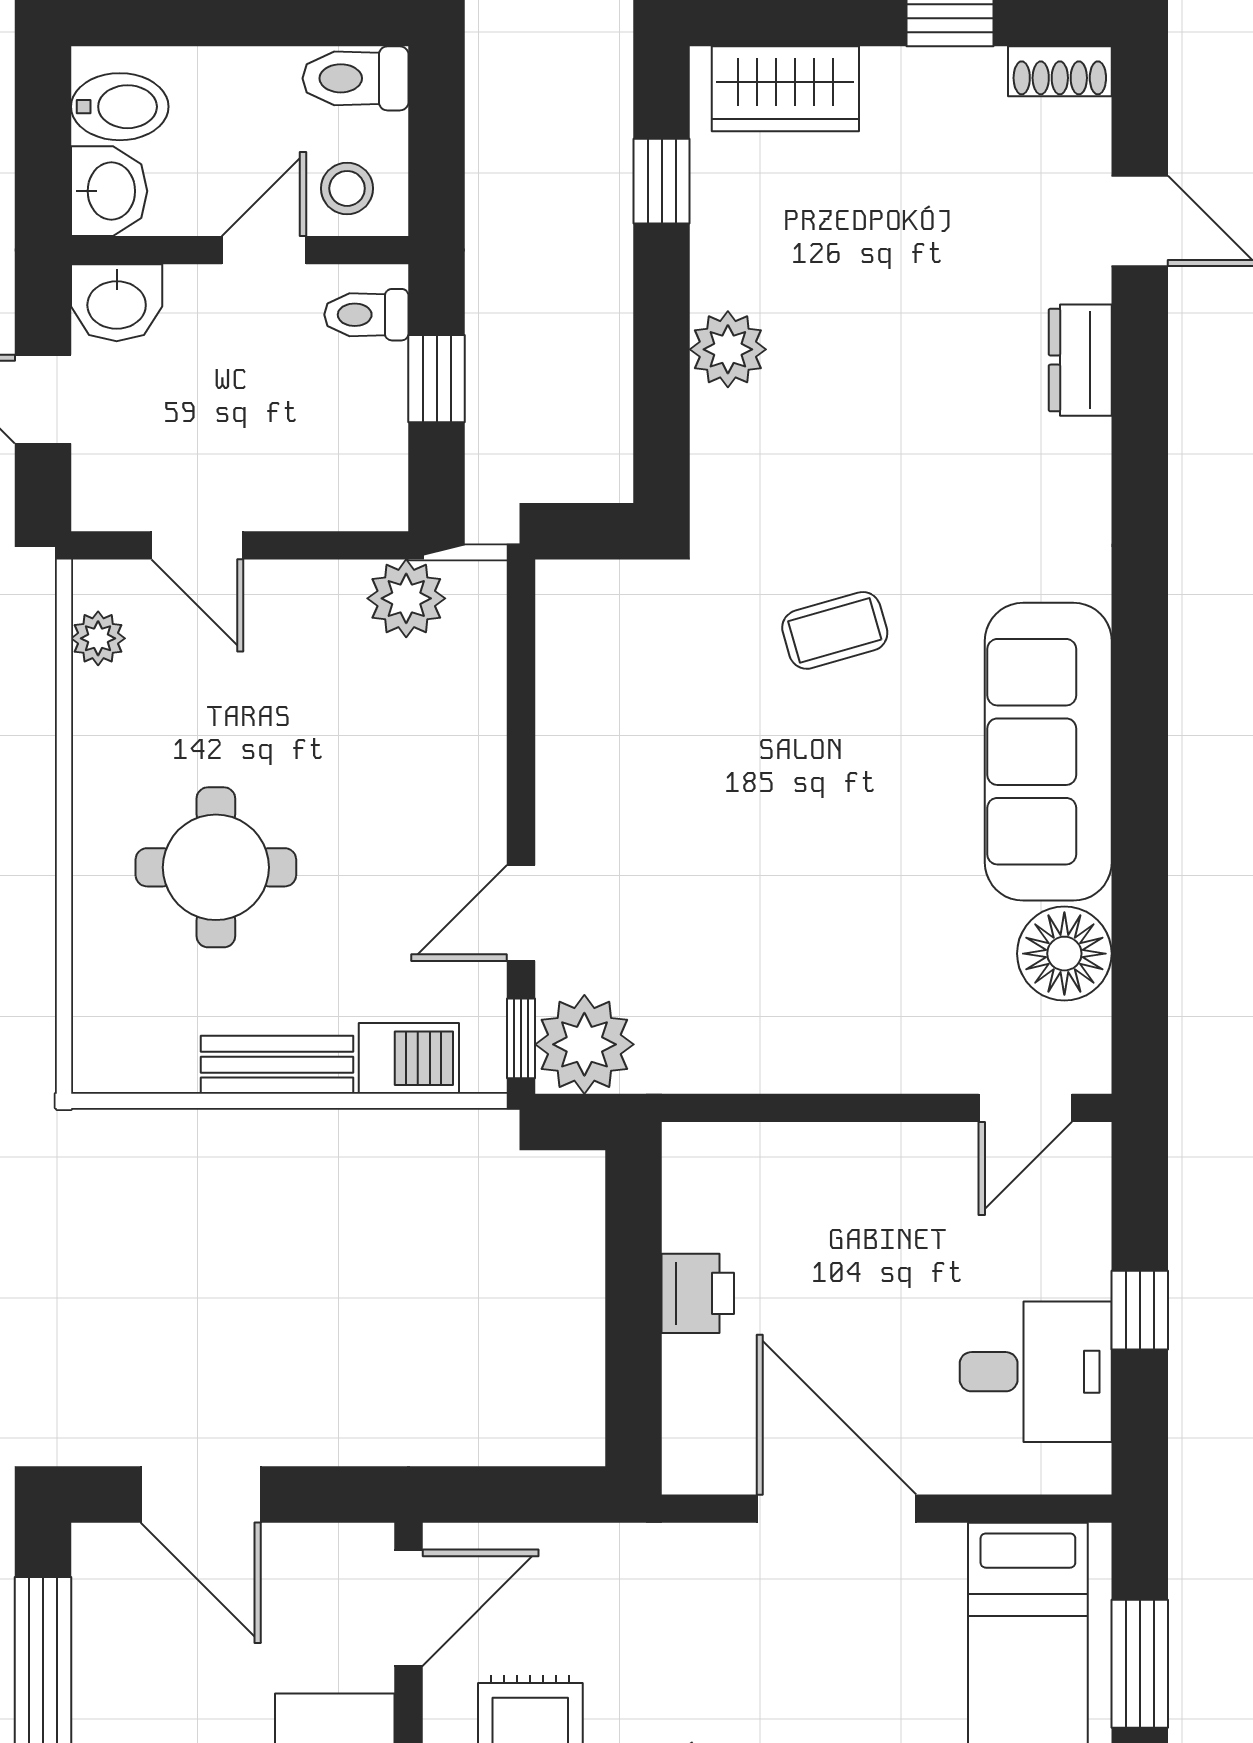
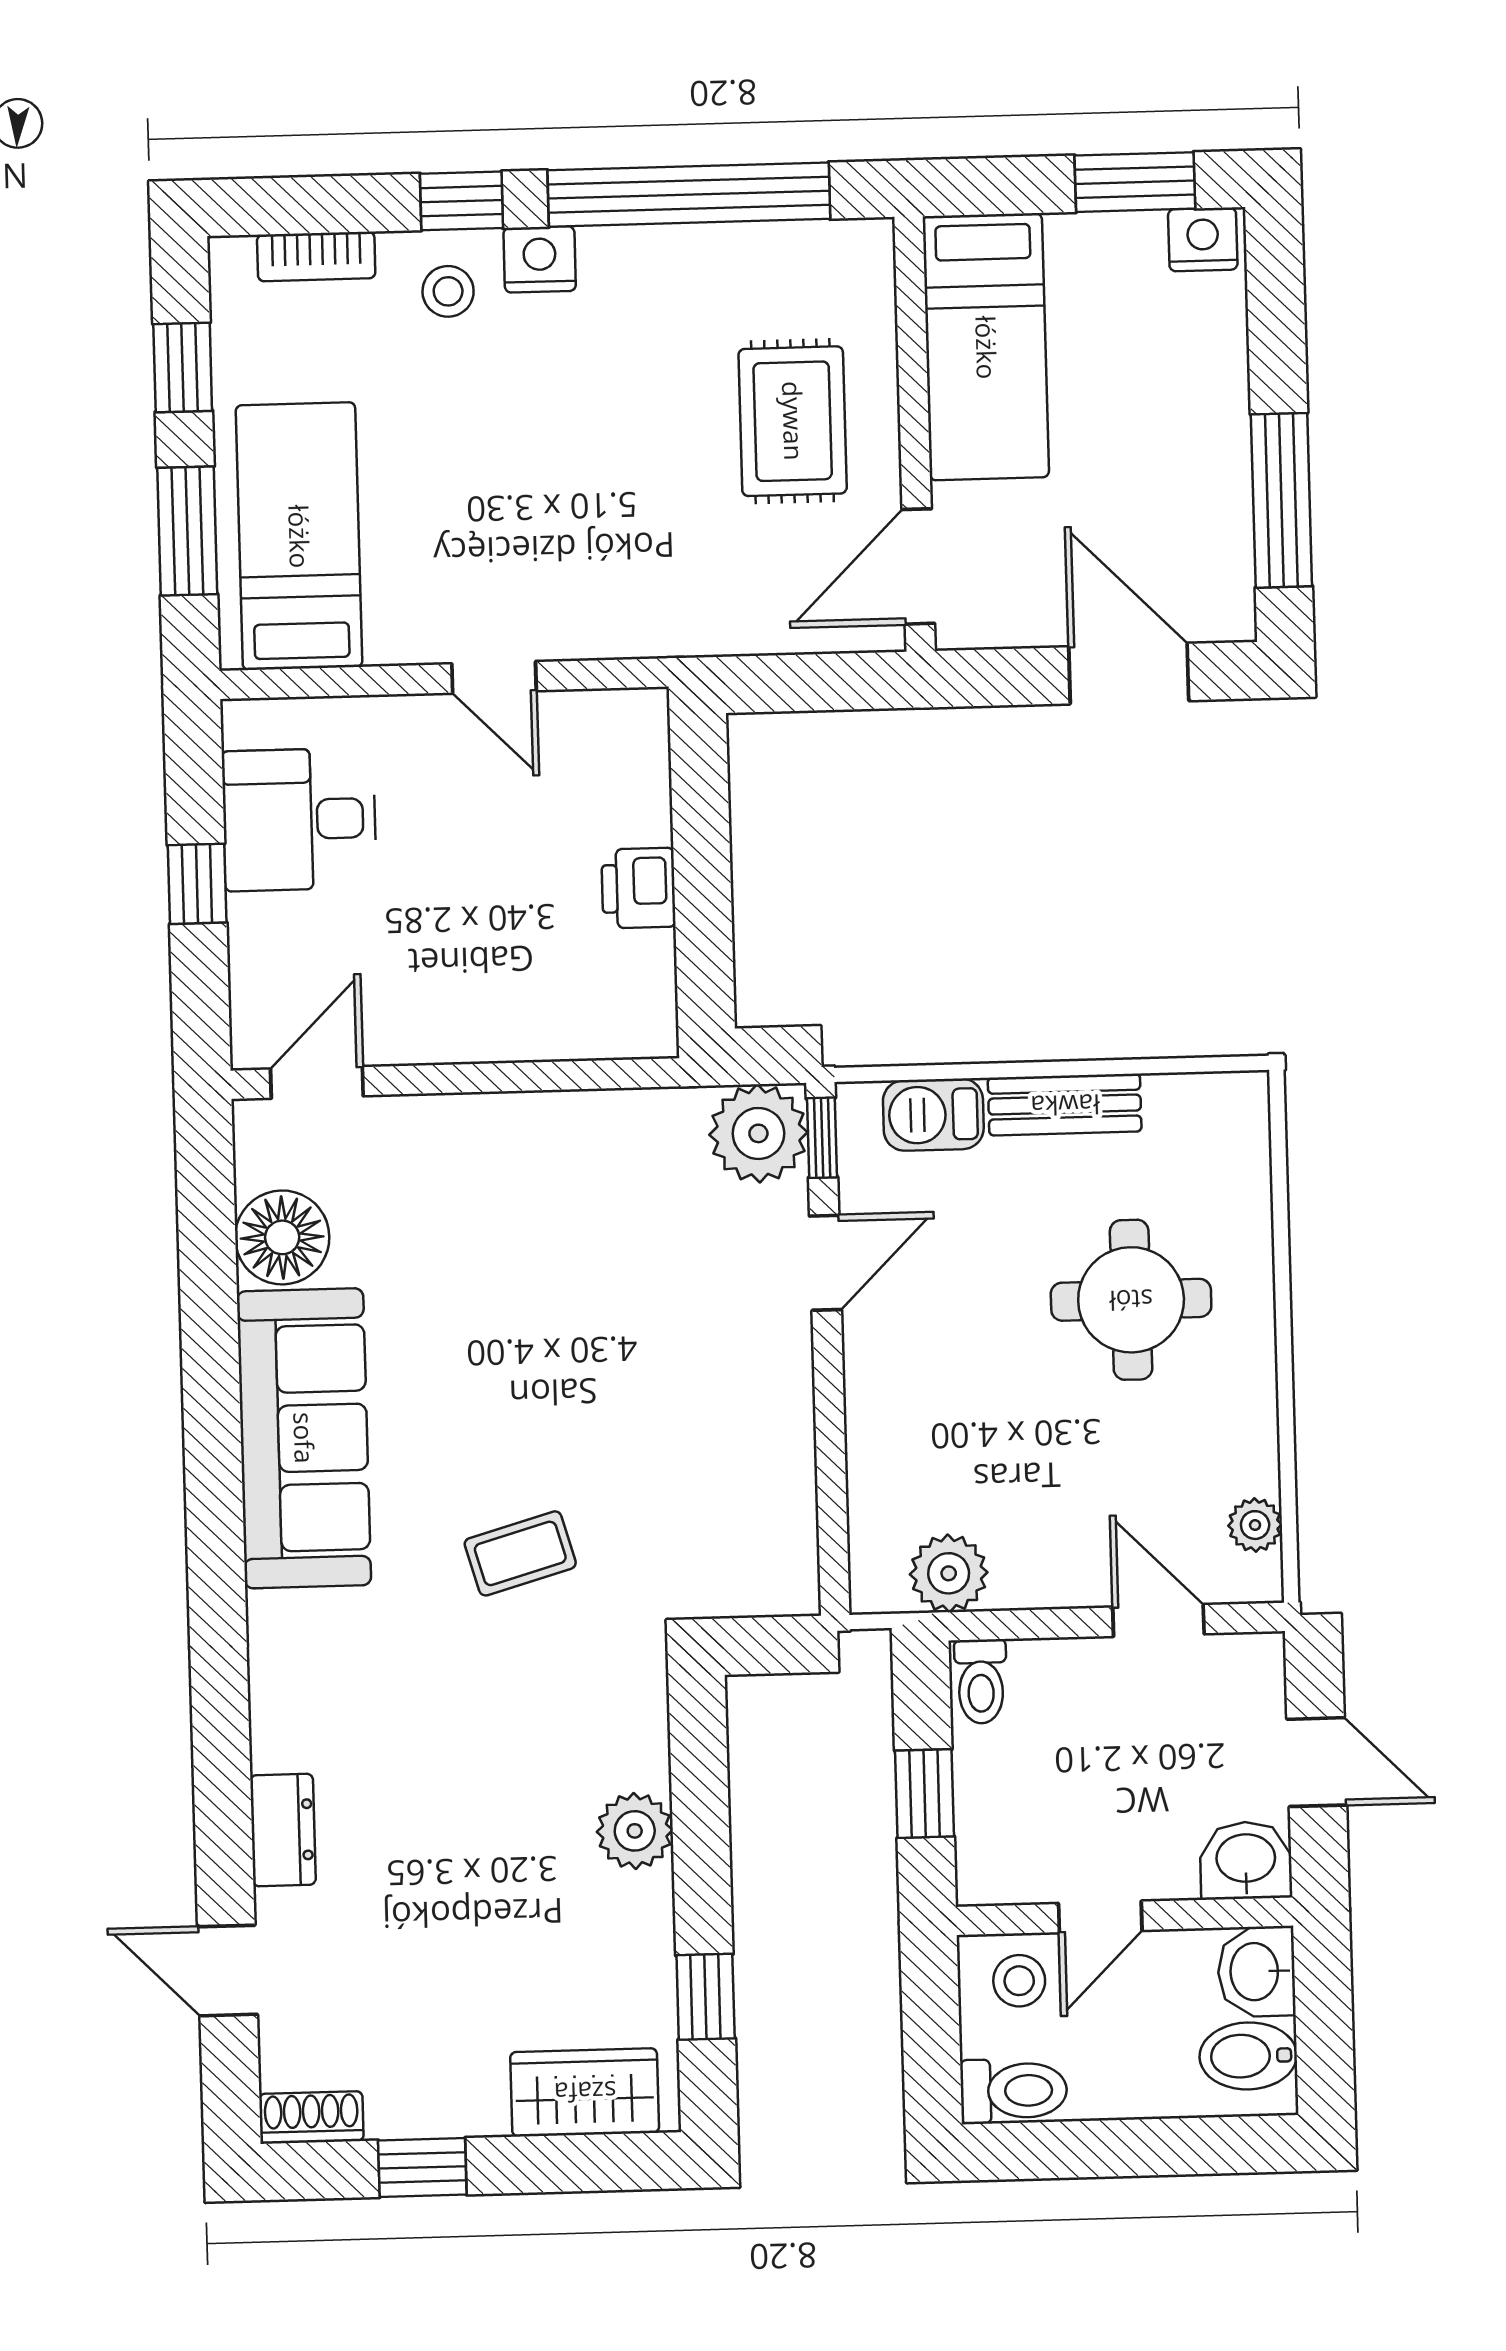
toilet: (366, 315) -> (981, 1681), moved, turned 90
door: (836, 1509) -> (494, 677), width x0.53

